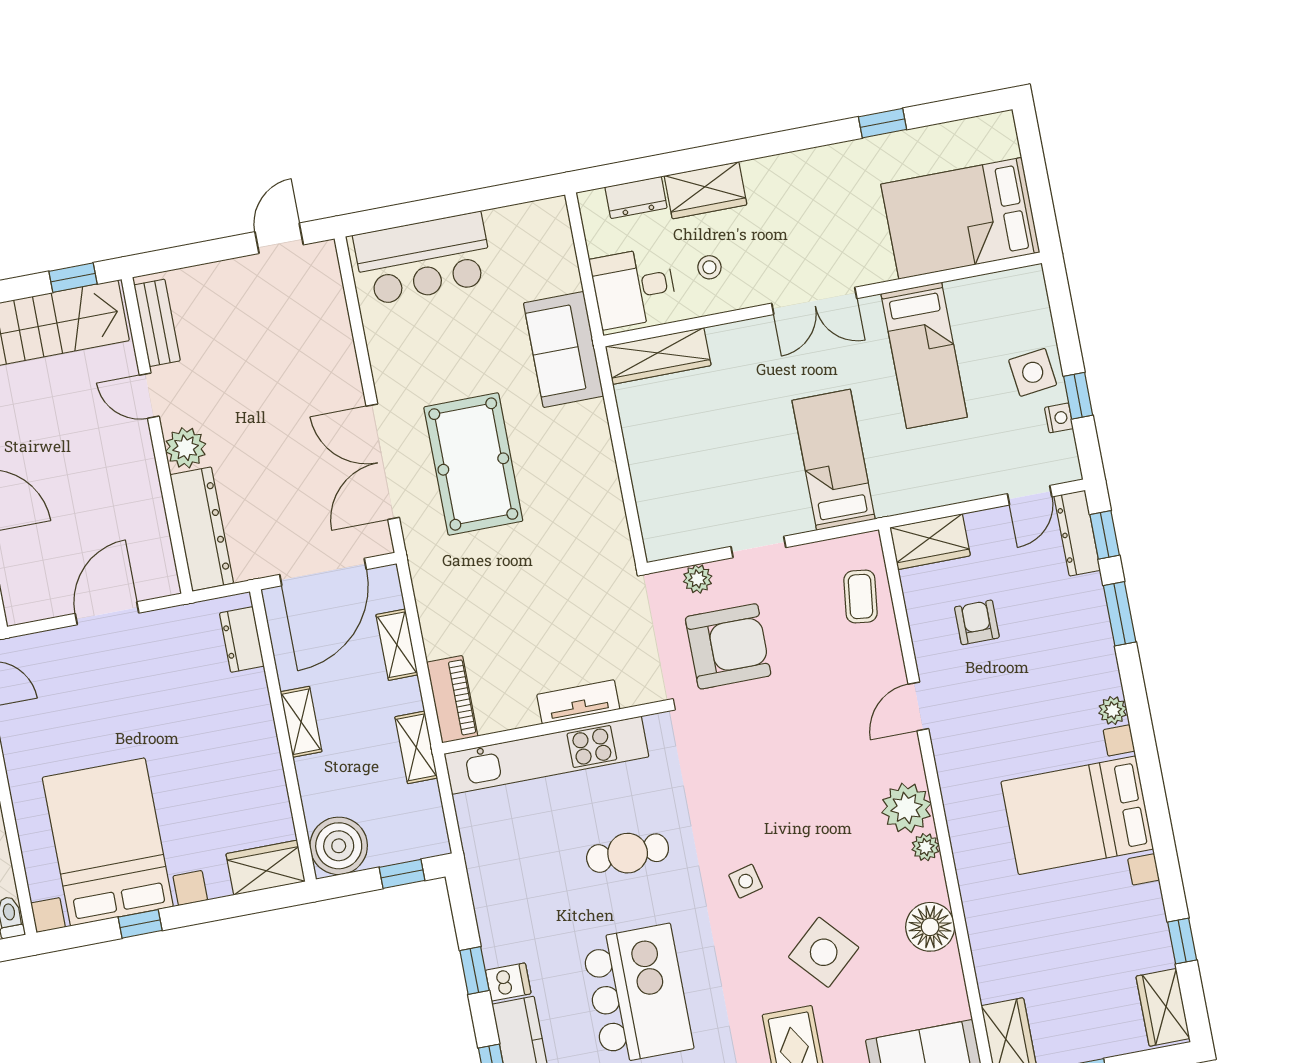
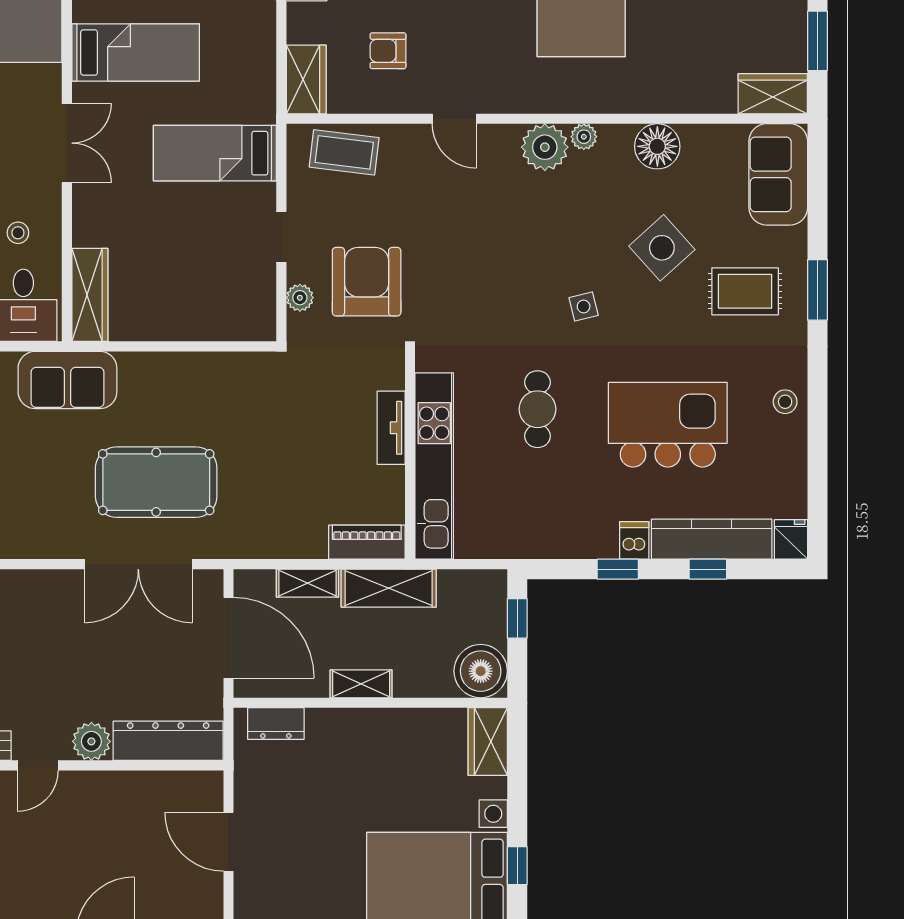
coffee table: (860, 596) -> (344, 152), width x1.36, depth x1.30
shelving: (416, 747) -> (389, 588), width x1.50, depth x1.33

